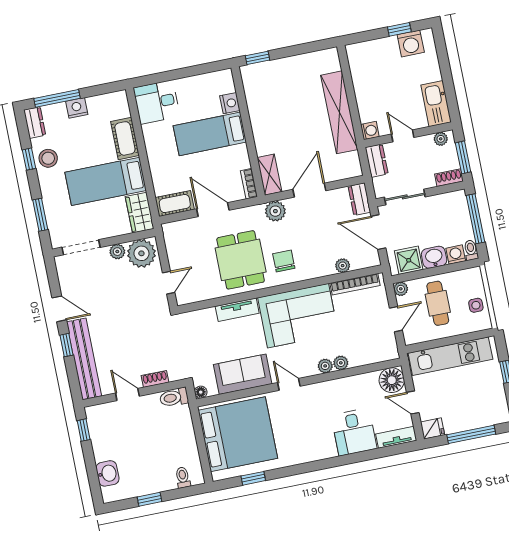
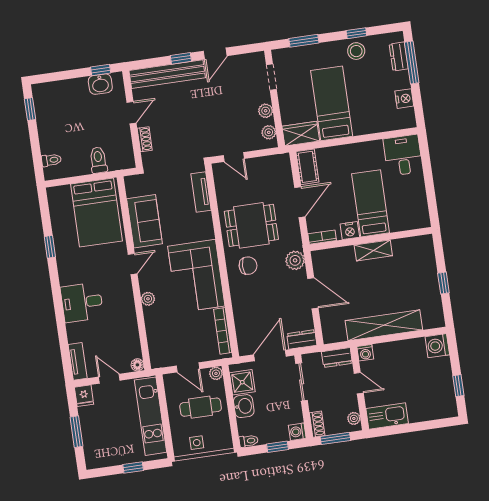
washing machine: (411, 43) -> (437, 346), moved
window: (257, 58) -> (443, 283), moved
nightstand: (230, 103) -> (350, 231), moved
nightstand: (77, 108) -> (404, 99), moved
dresser: (35, 123) -> (399, 56), moved, turned 90
door: (403, 136) -> (359, 383), hinge flipped
cot: (125, 138) -> (371, 124), removed
shelving: (269, 175) -> (373, 250), moved
window: (475, 219) -> (278, 447), width x0.46
doorway: (81, 247) -> (271, 77), width x0.73
plant: (141, 253) -> (269, 132), width x0.53, depth x0.53
washing machine: (456, 255) -> (297, 432), moved, turned 180
plant: (343, 266) -> (241, 320), removed
tv unit: (237, 310) -> (201, 192), moved
plant: (341, 363) -> (150, 314), removed
floor lamp: (392, 380) -> (137, 365), width x0.53, depth x0.53
floor lamp: (201, 392) -> (130, 181), removed
toilet: (174, 397) -> (98, 160), moved
door: (413, 402) -> (109, 379), hinge flipped
desk: (354, 432) -> (82, 302), moved
bed: (238, 434) -> (96, 213), width x0.73
window: (471, 434) -> (76, 432), width x0.69
washbasin: (108, 473) -> (100, 84), moved
window: (253, 478) -> (50, 247), moved
window: (150, 499) -> (30, 109), moved

